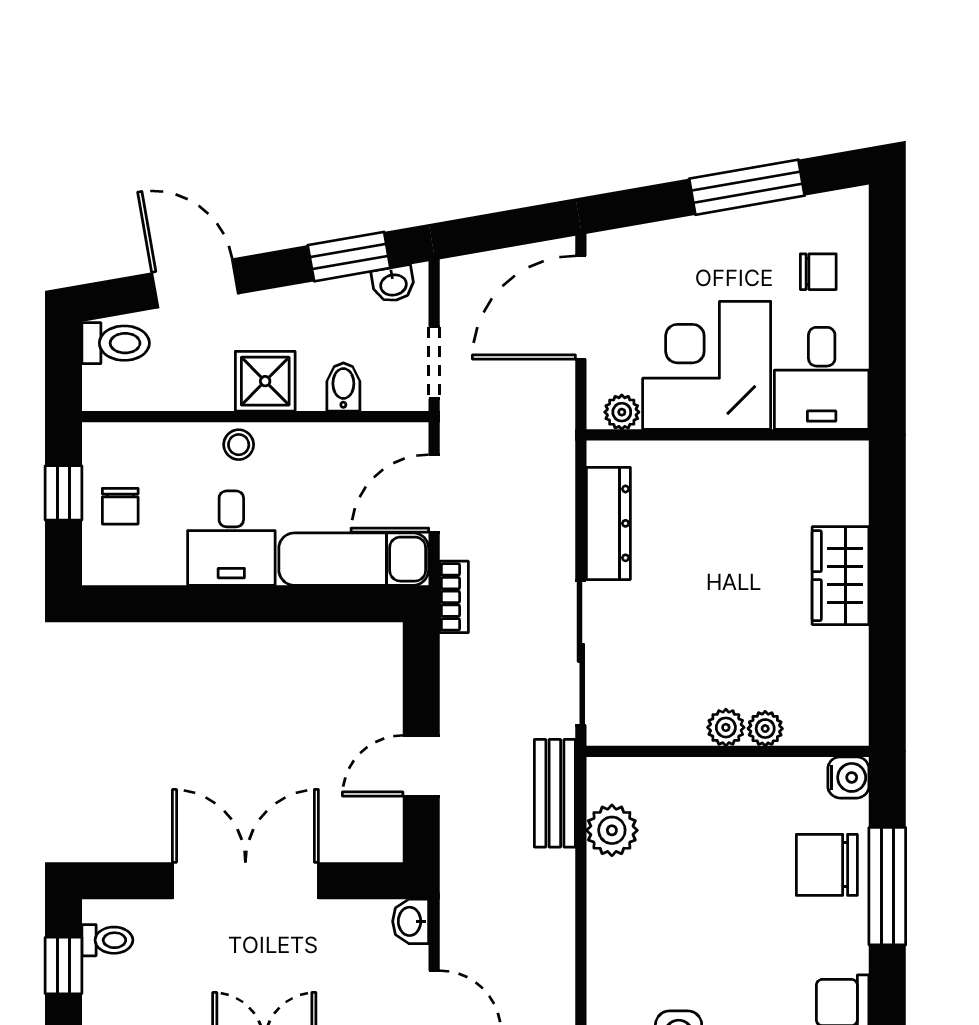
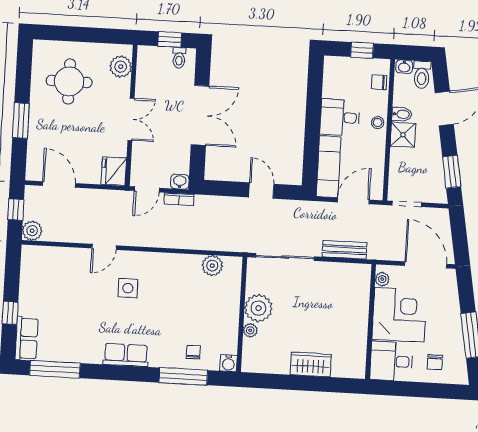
washbasin: (393, 284) -> (404, 67), moved, turned -80
bidet: (343, 387) -> (402, 114), moved
door: (434, 493) -> (353, 201), hinge flipped
chair: (120, 506) -> (379, 82), moved
dresser: (608, 523) -> (337, 271), removed
bookcase: (454, 597) -> (179, 199), moved
plant: (726, 727) -> (258, 308), width x1.88, depth x1.88
door: (421, 766) -> (261, 191), moved
bench: (555, 793) -> (344, 250), moved
chair: (827, 865) -> (193, 352), width x0.54, depth x0.54

